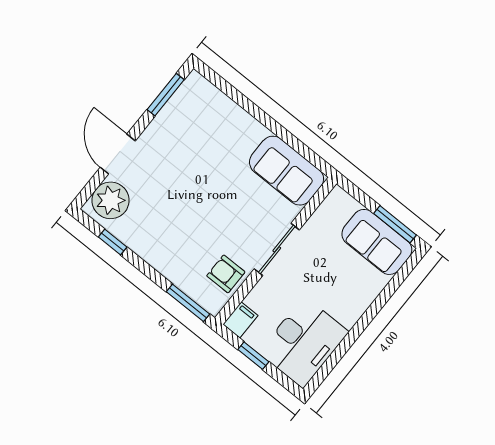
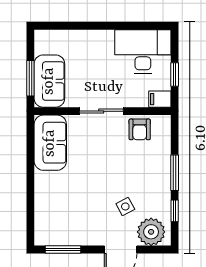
side table: (158, 195) -> (125, 206), added
window: (395, 224) -> (30, 78), moved
sofa: (377, 242) -> (49, 81), moved
window: (188, 303) -> (175, 173), moved

